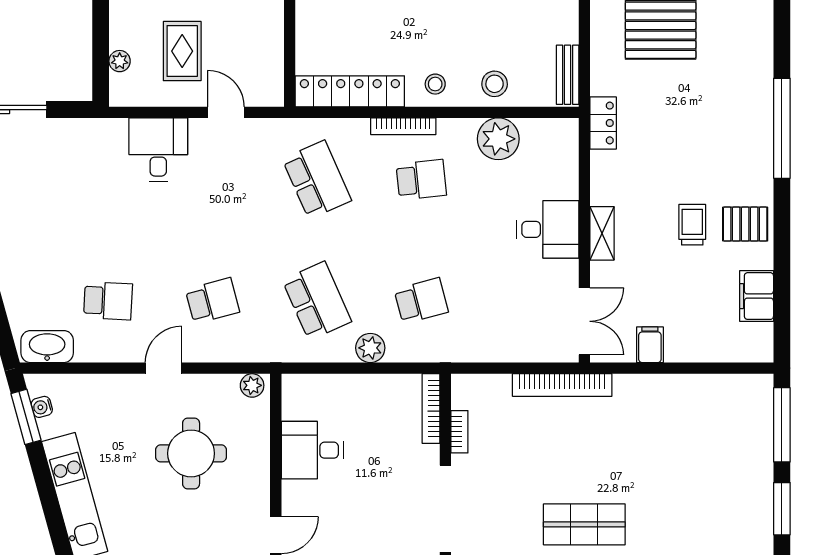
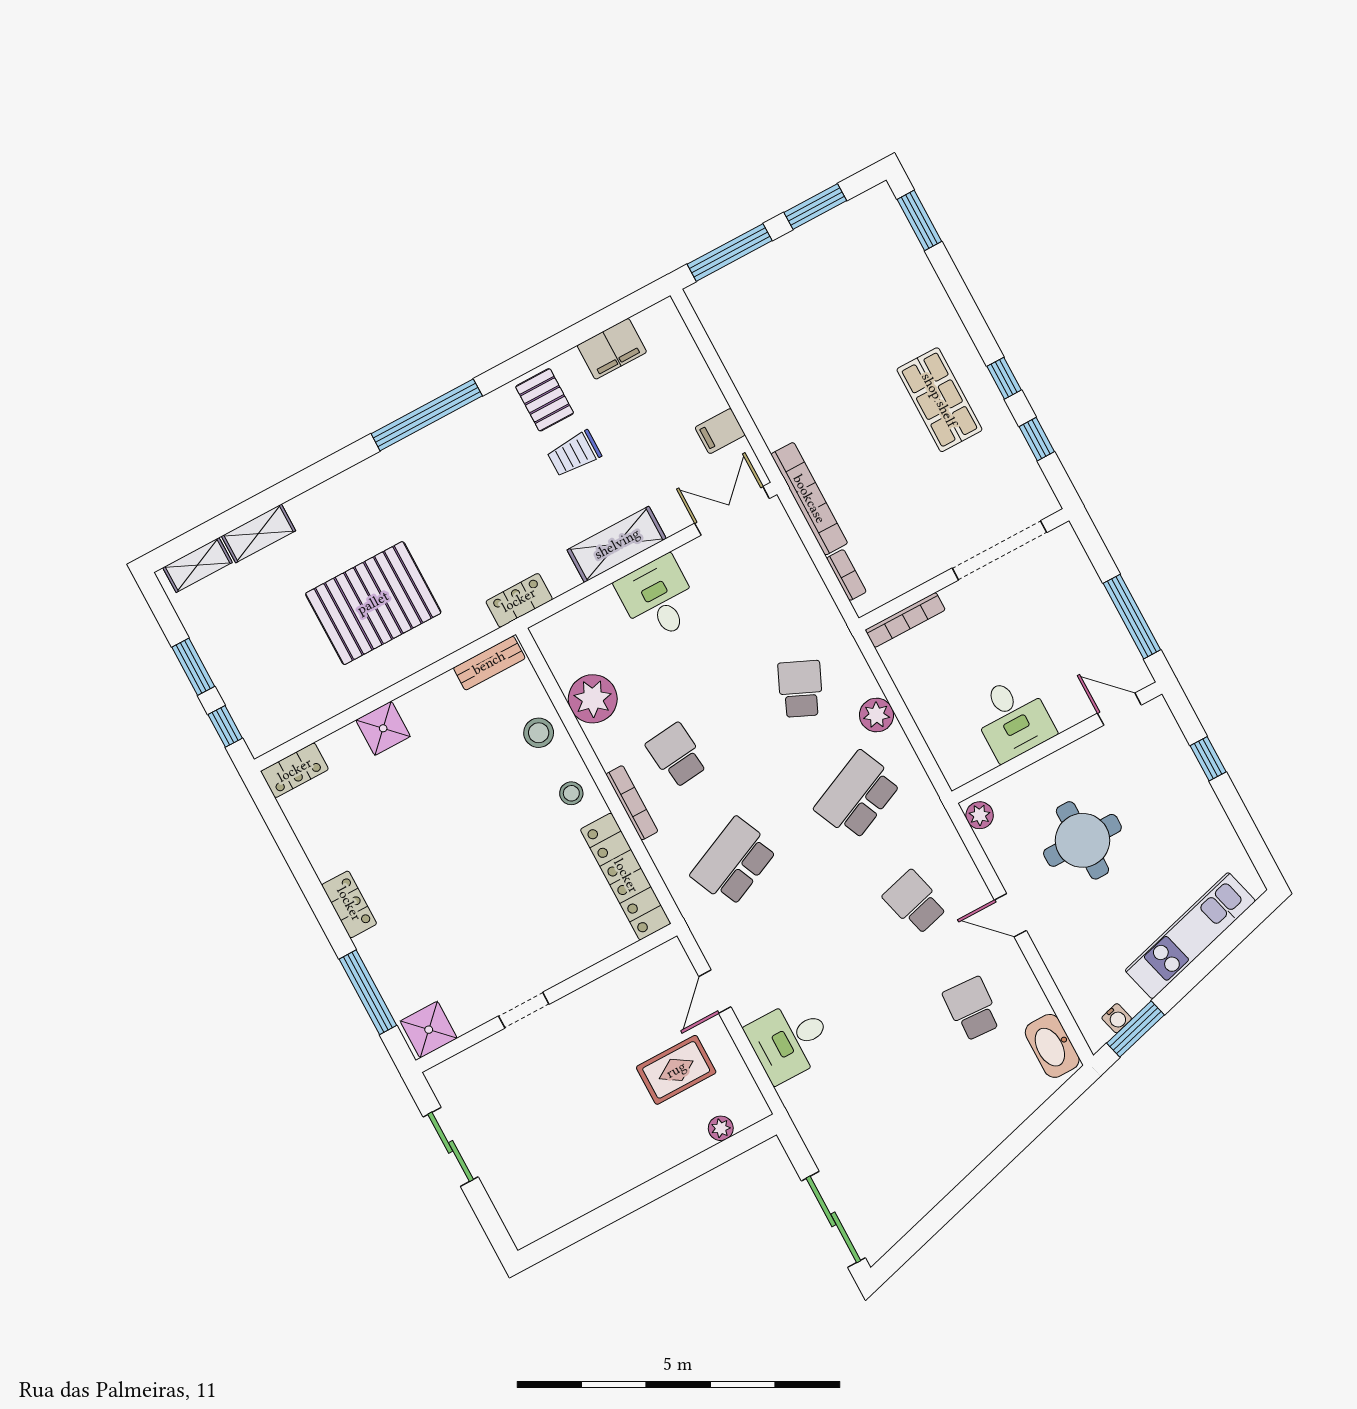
shelving: (602, 233) -> (617, 544), width x1.50, depth x1.33
school desk: (421, 301) -> (800, 689), turned 39
bookcase: (459, 432) -> (846, 575), moved, turned 90

